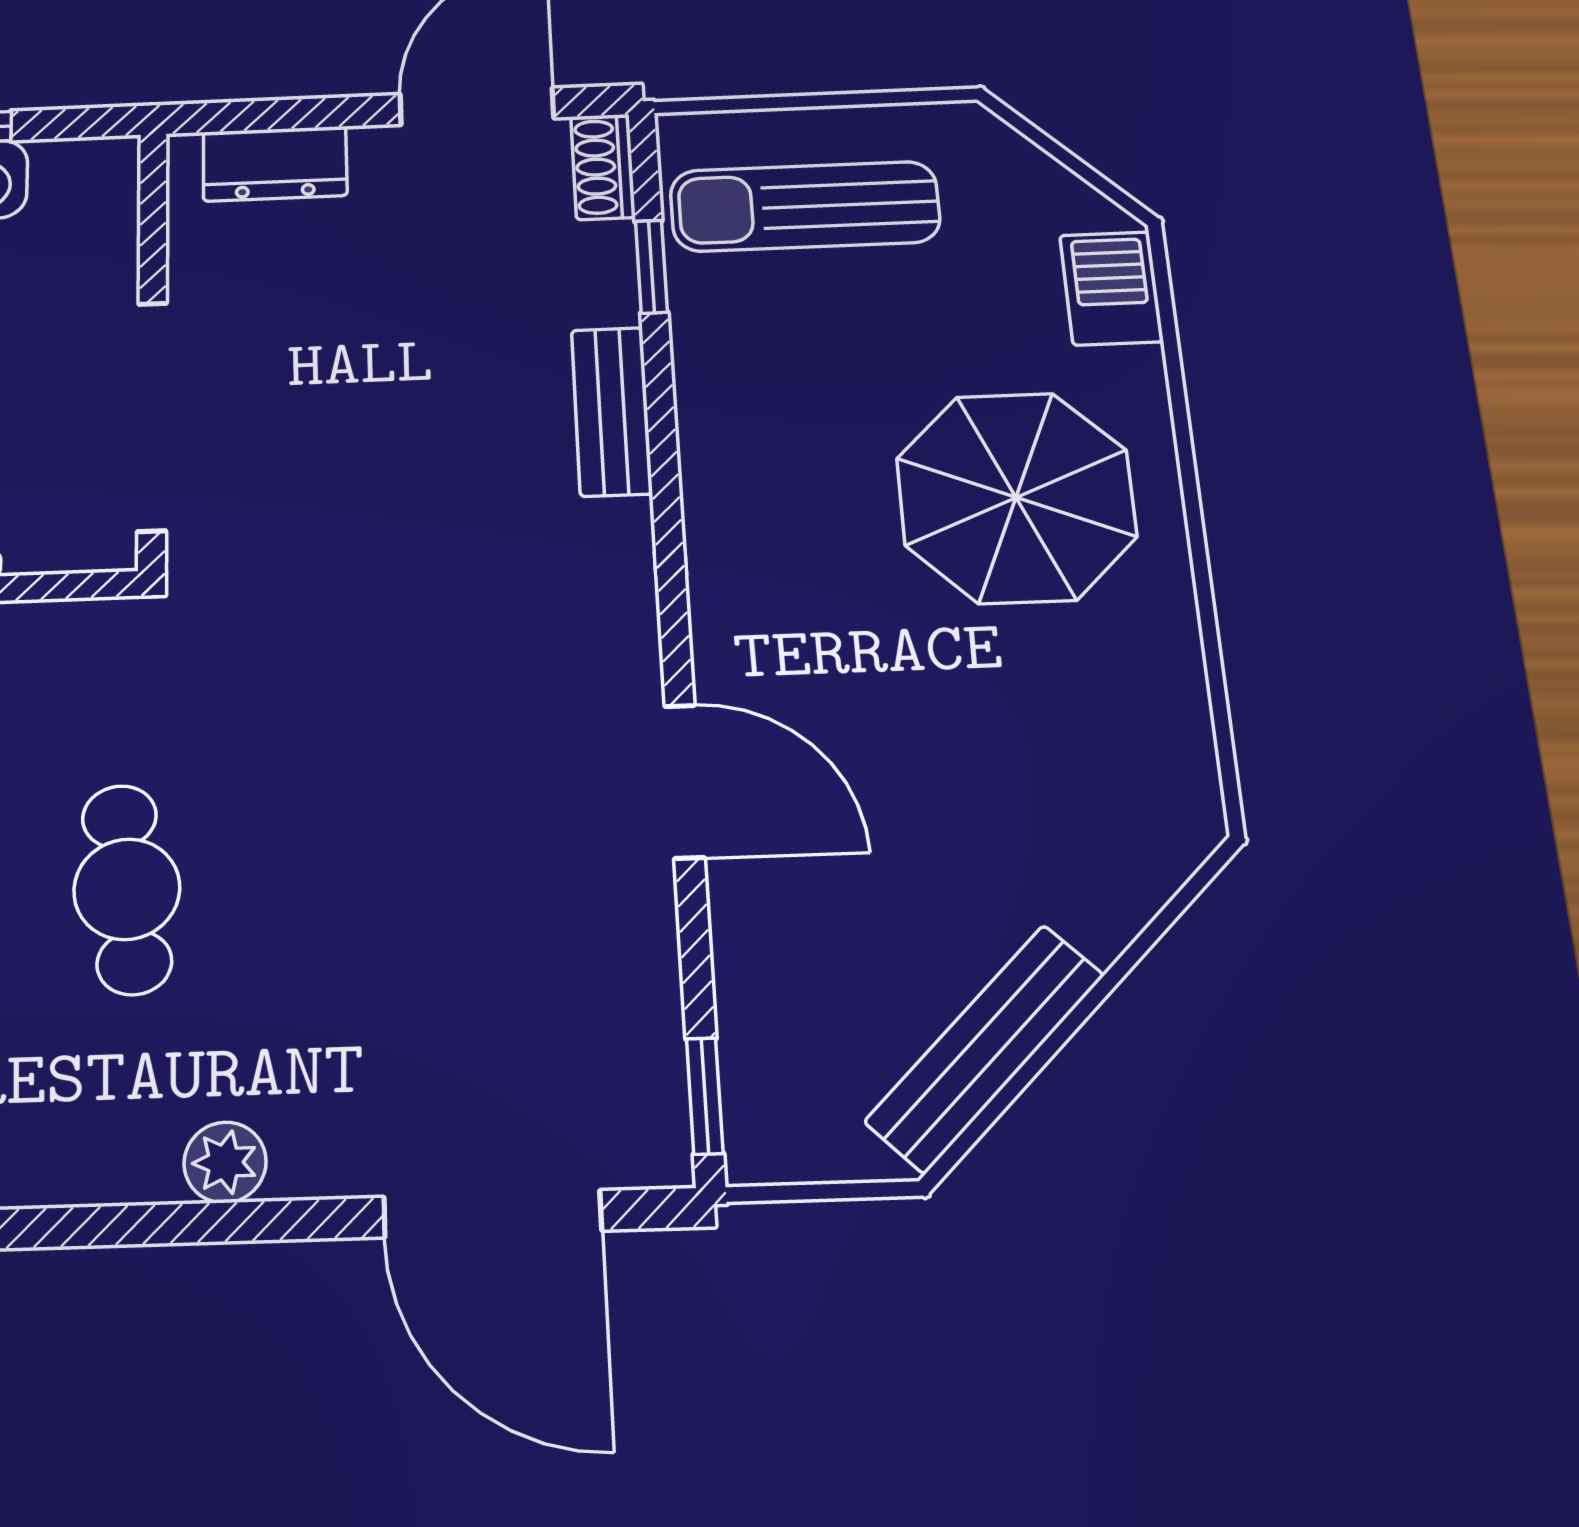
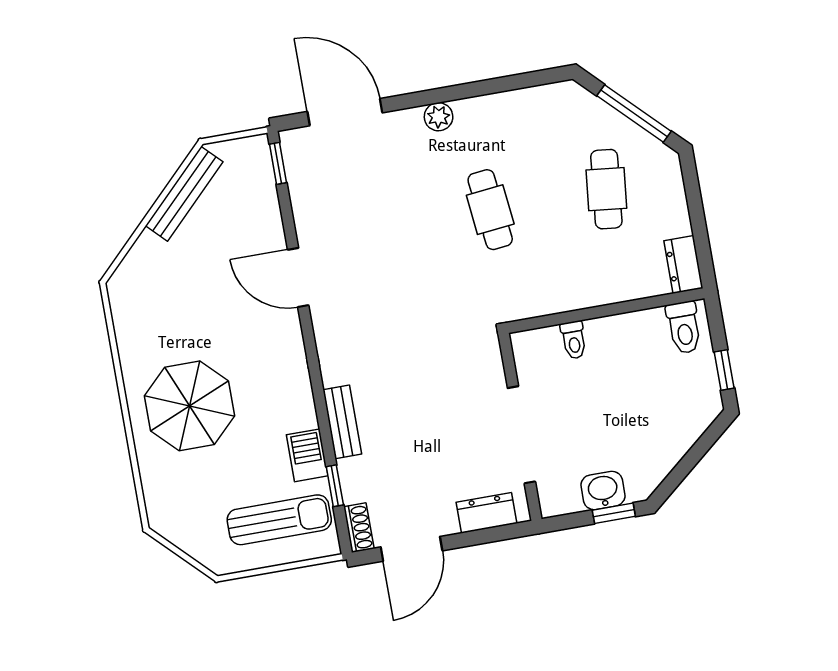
barbecue: (1111, 288) -> (307, 455), moved, turned 180
doorway: (152, 416) -> (521, 435), moved

